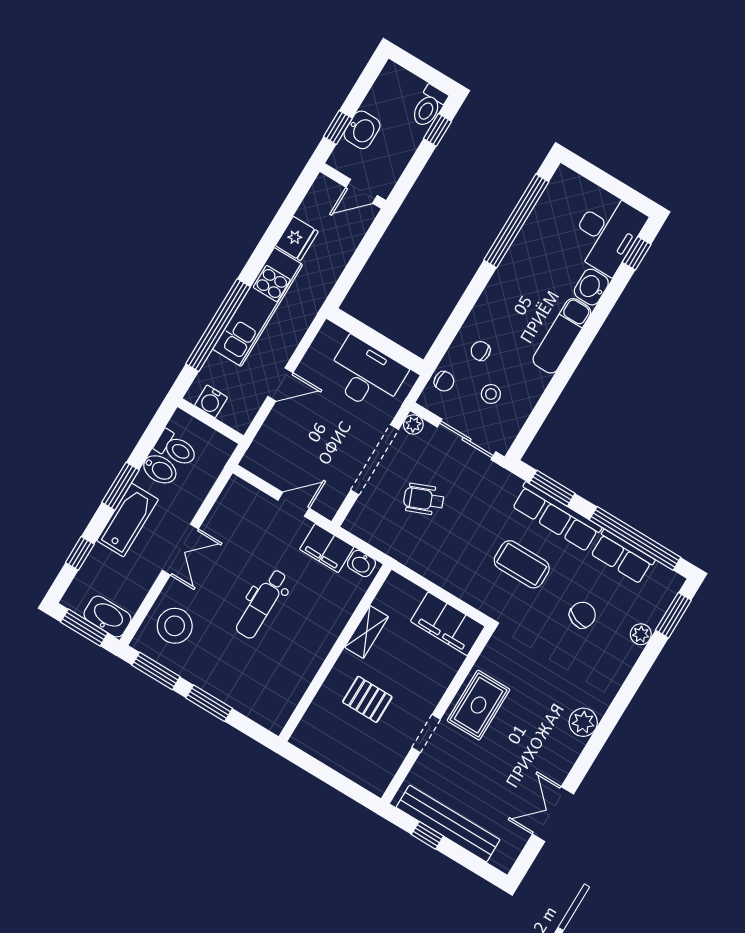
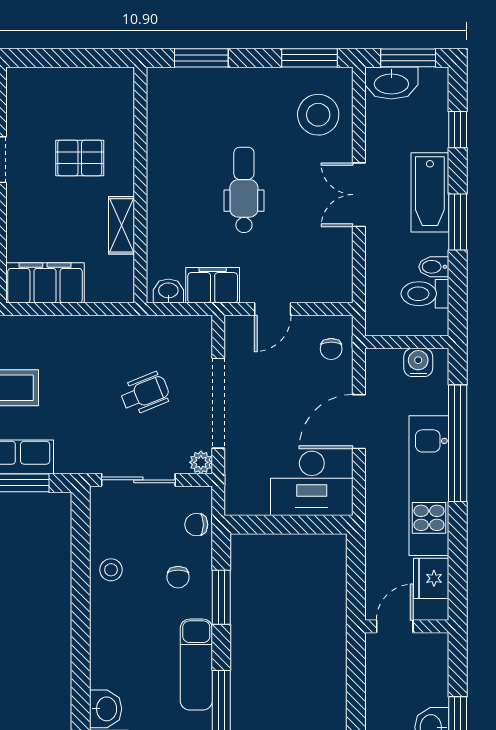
wall: (353, 186) -> (407, 626), moved
door: (362, 191) -> (395, 626), moved
window: (458, 317) -> (221, 597), added
exam couch: (562, 336) -> (196, 665), moved, turned 180
chair: (481, 351) -> (178, 577), turned 90
desk: (366, 375) -> (312, 483), moved
door: (280, 385) -> (359, 422), width x1.38
stool: (491, 394) -> (111, 570), moved
chair: (269, 450) -> (331, 349), added
bidet: (160, 469) -> (434, 267), width x0.72, depth x0.74
window: (209, 703) -> (201, 58), moved

